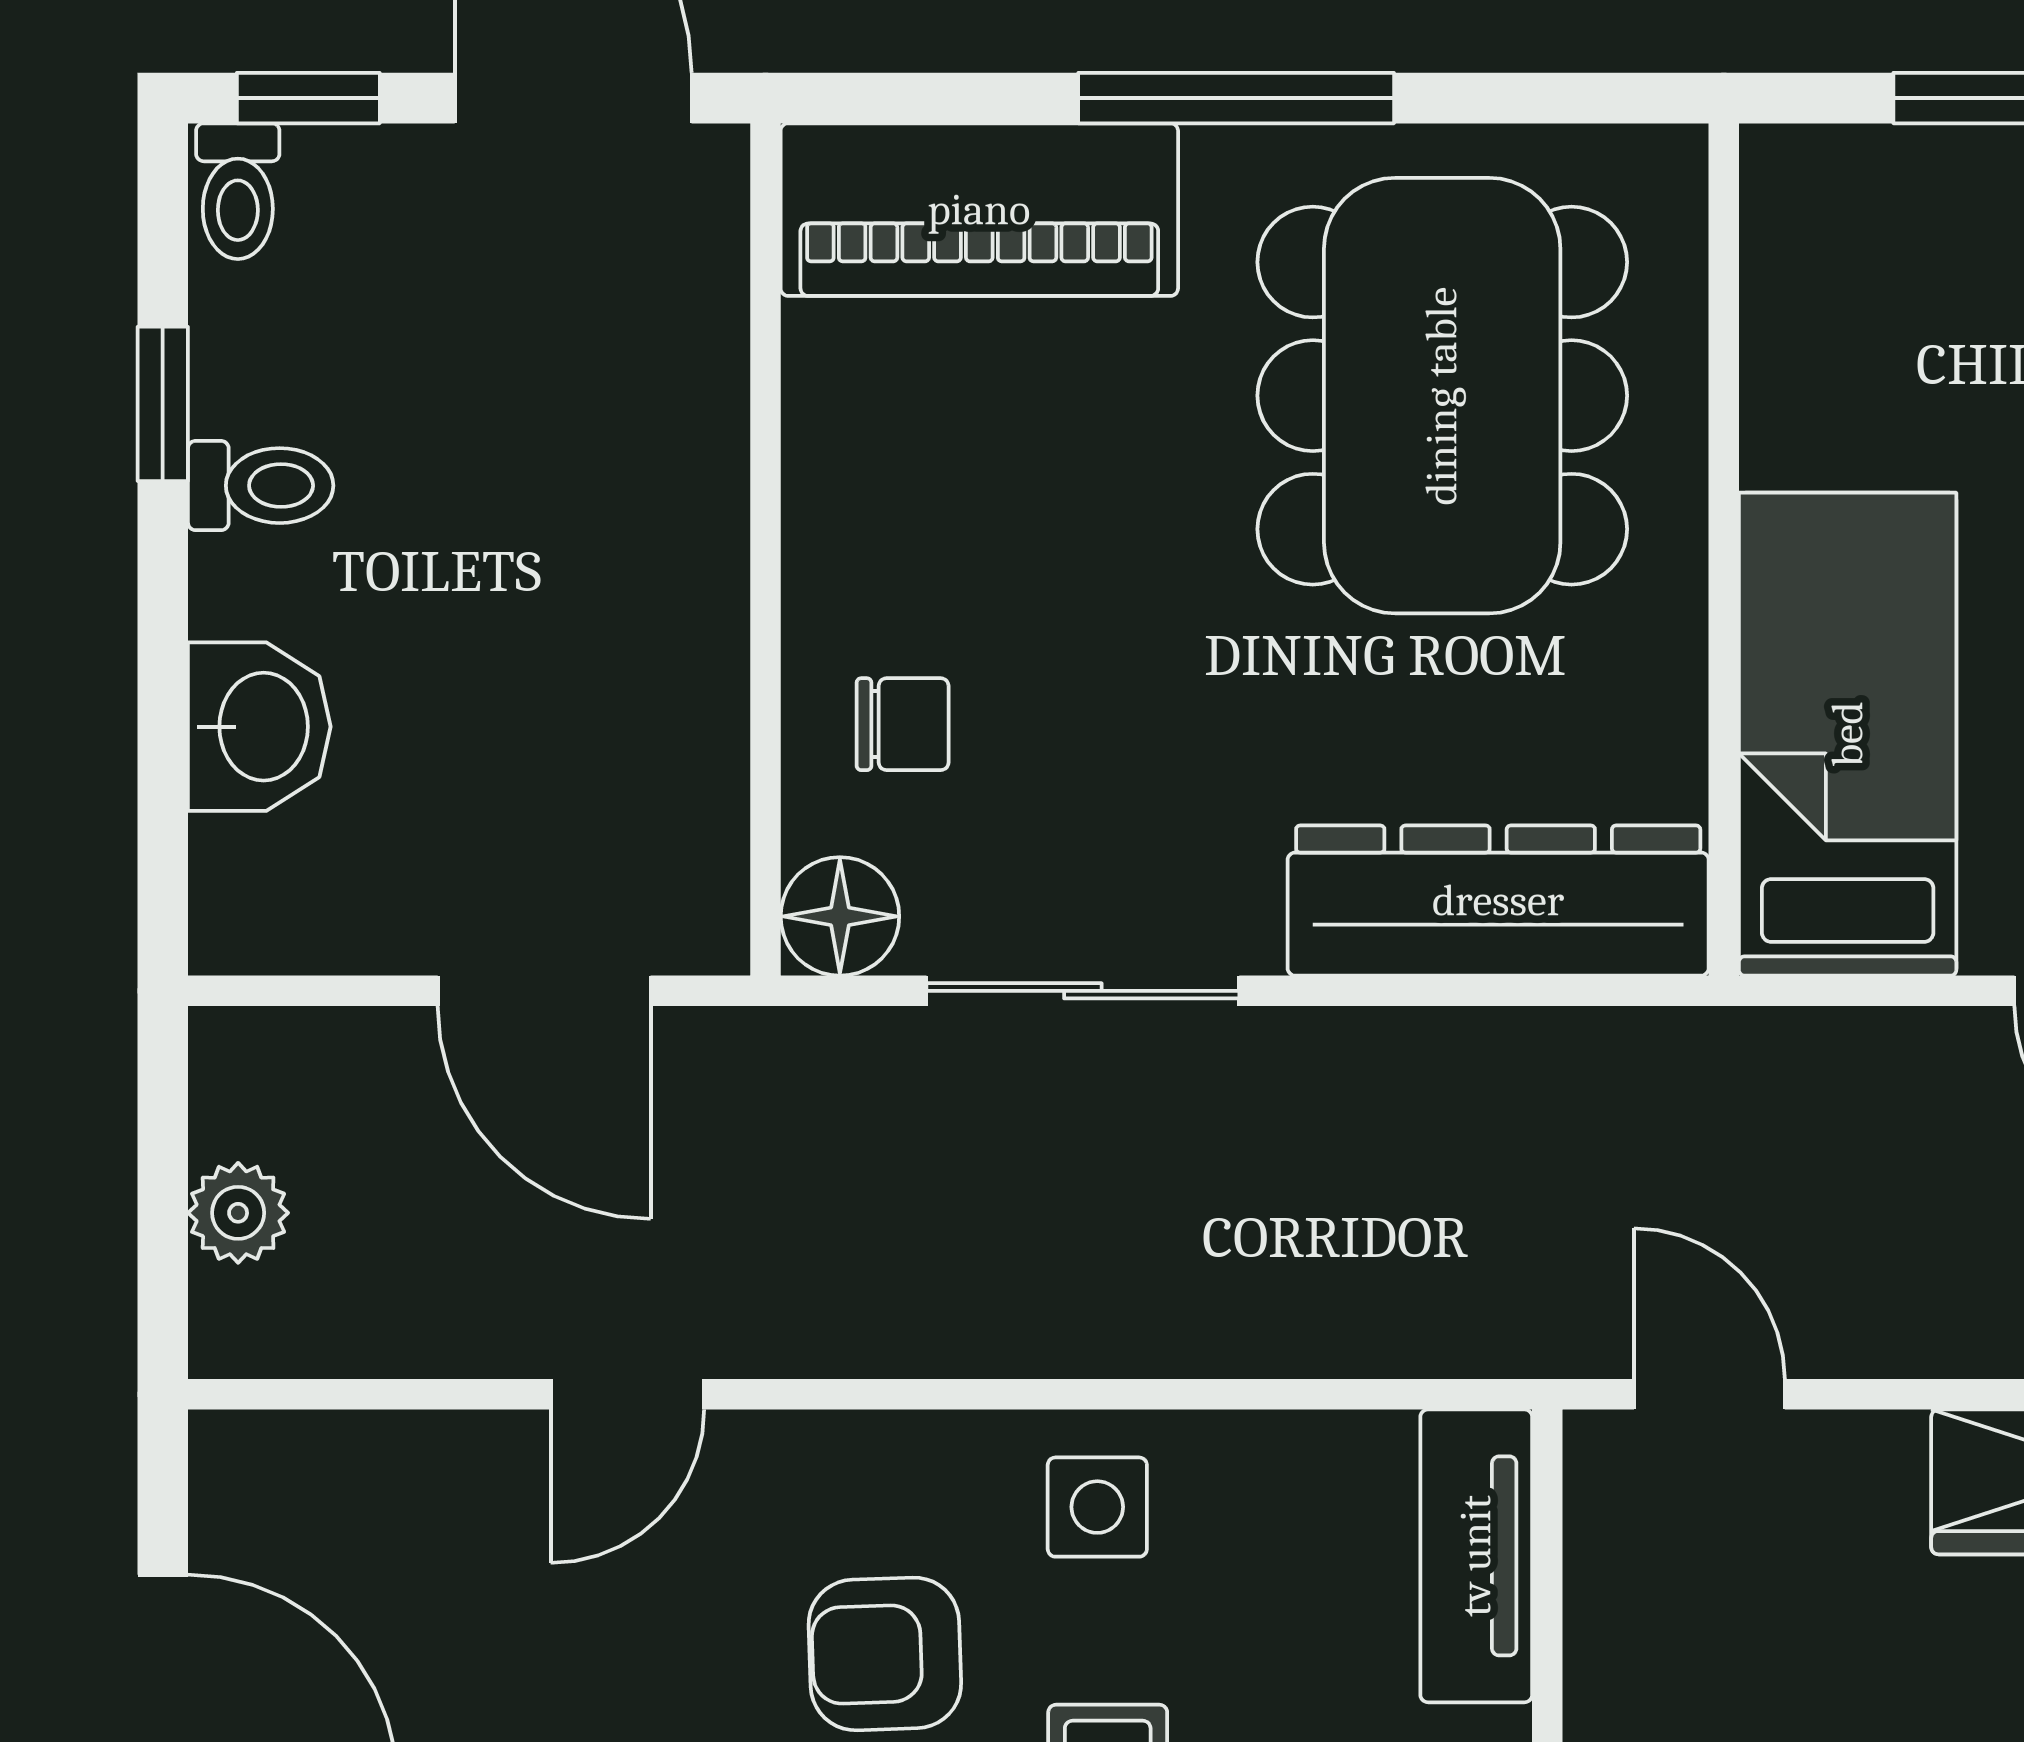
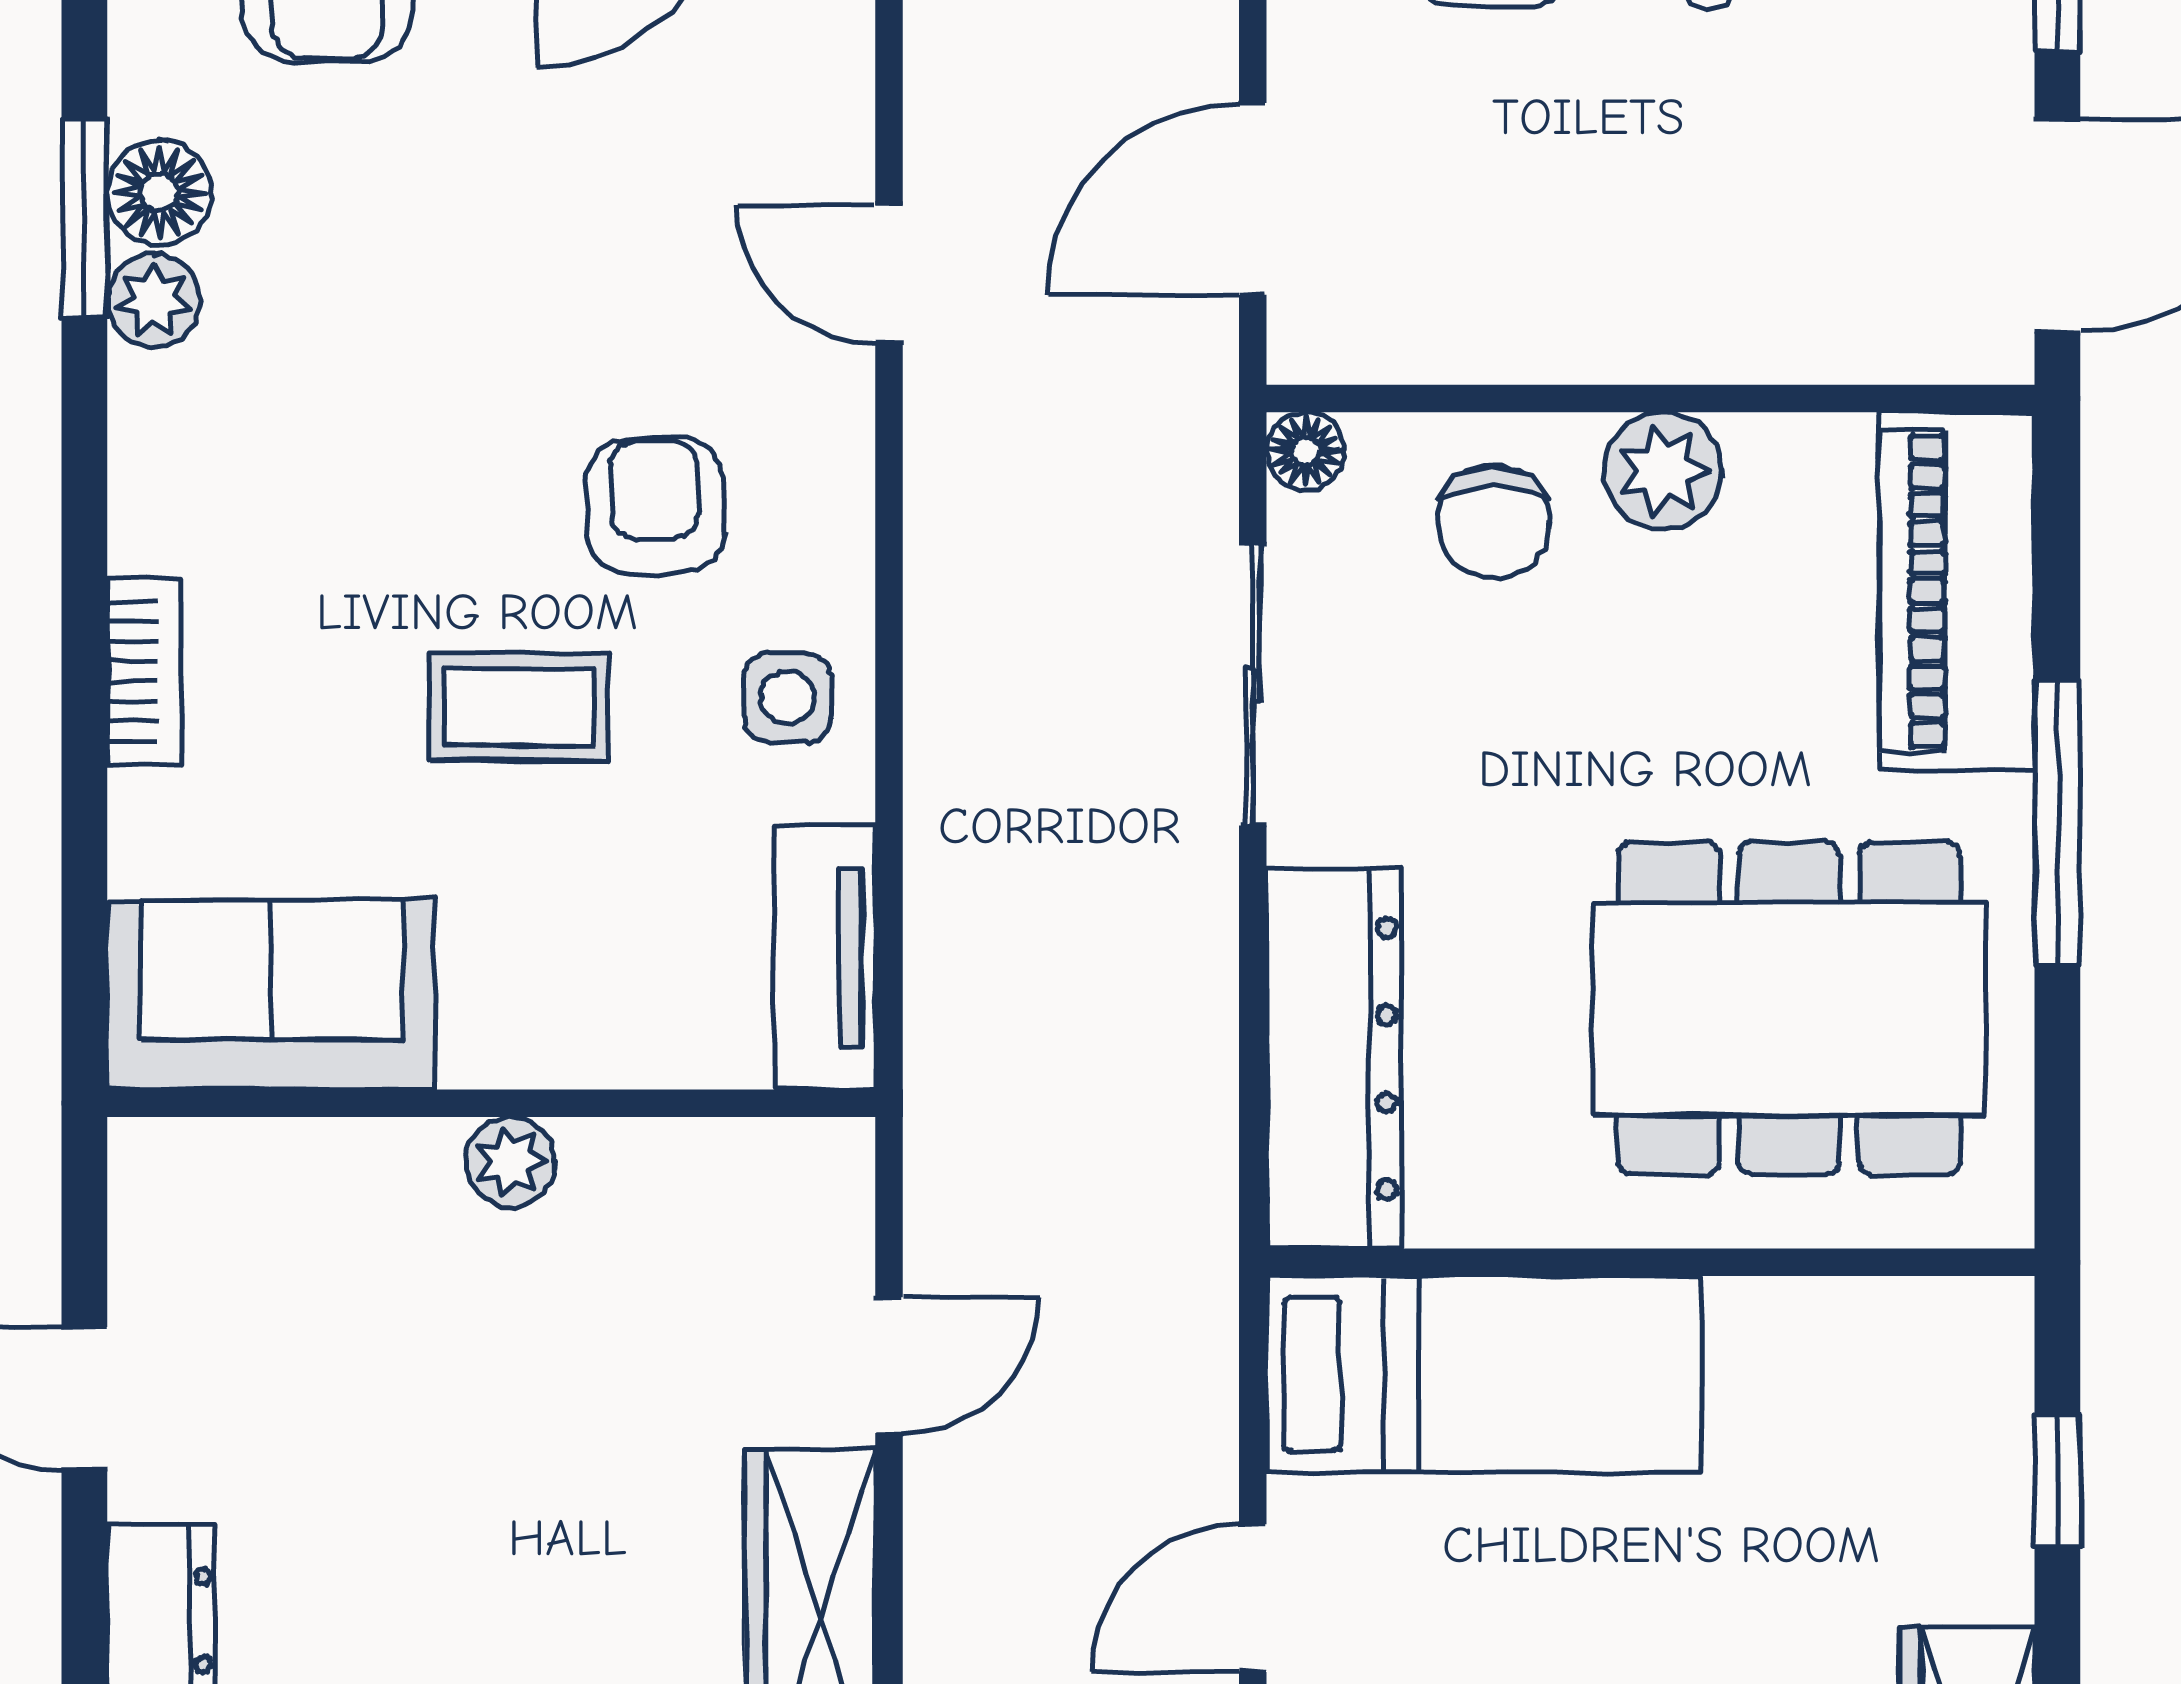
plant: (846, 535) -> (1663, 471), added
chair: (903, 724) -> (1493, 522), width x1.37, depth x1.37
floor lamp: (840, 916) -> (1305, 451), width x0.73, depth x0.73
door: (1709, 1394) -> (889, 1365), moved
tv unit: (1476, 1556) -> (825, 958), moved, turned -90

